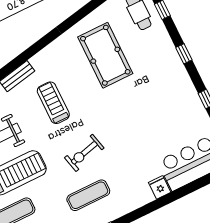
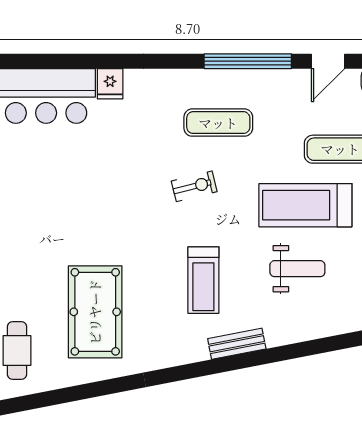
exercise bike: (84, 153) -> (194, 186), width x0.73, depth x0.72

